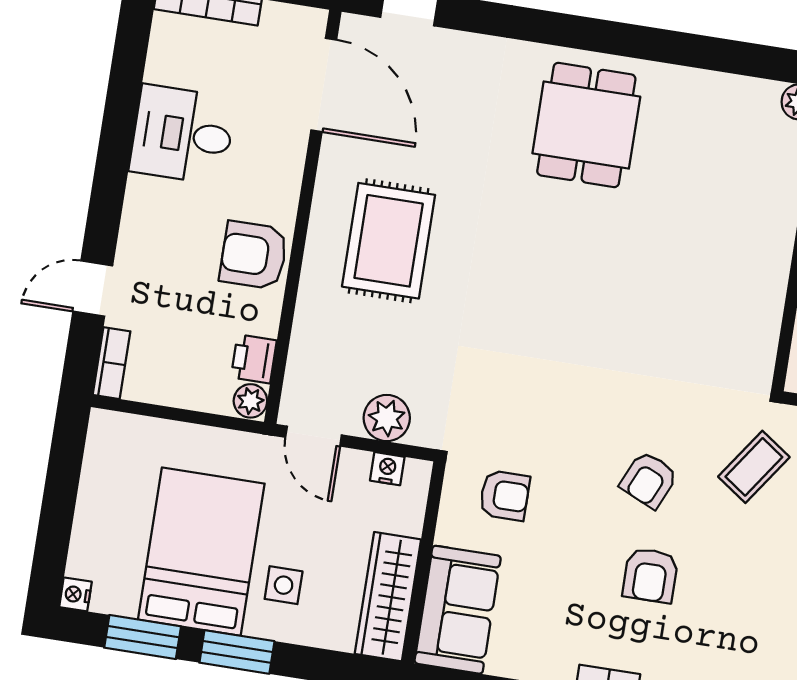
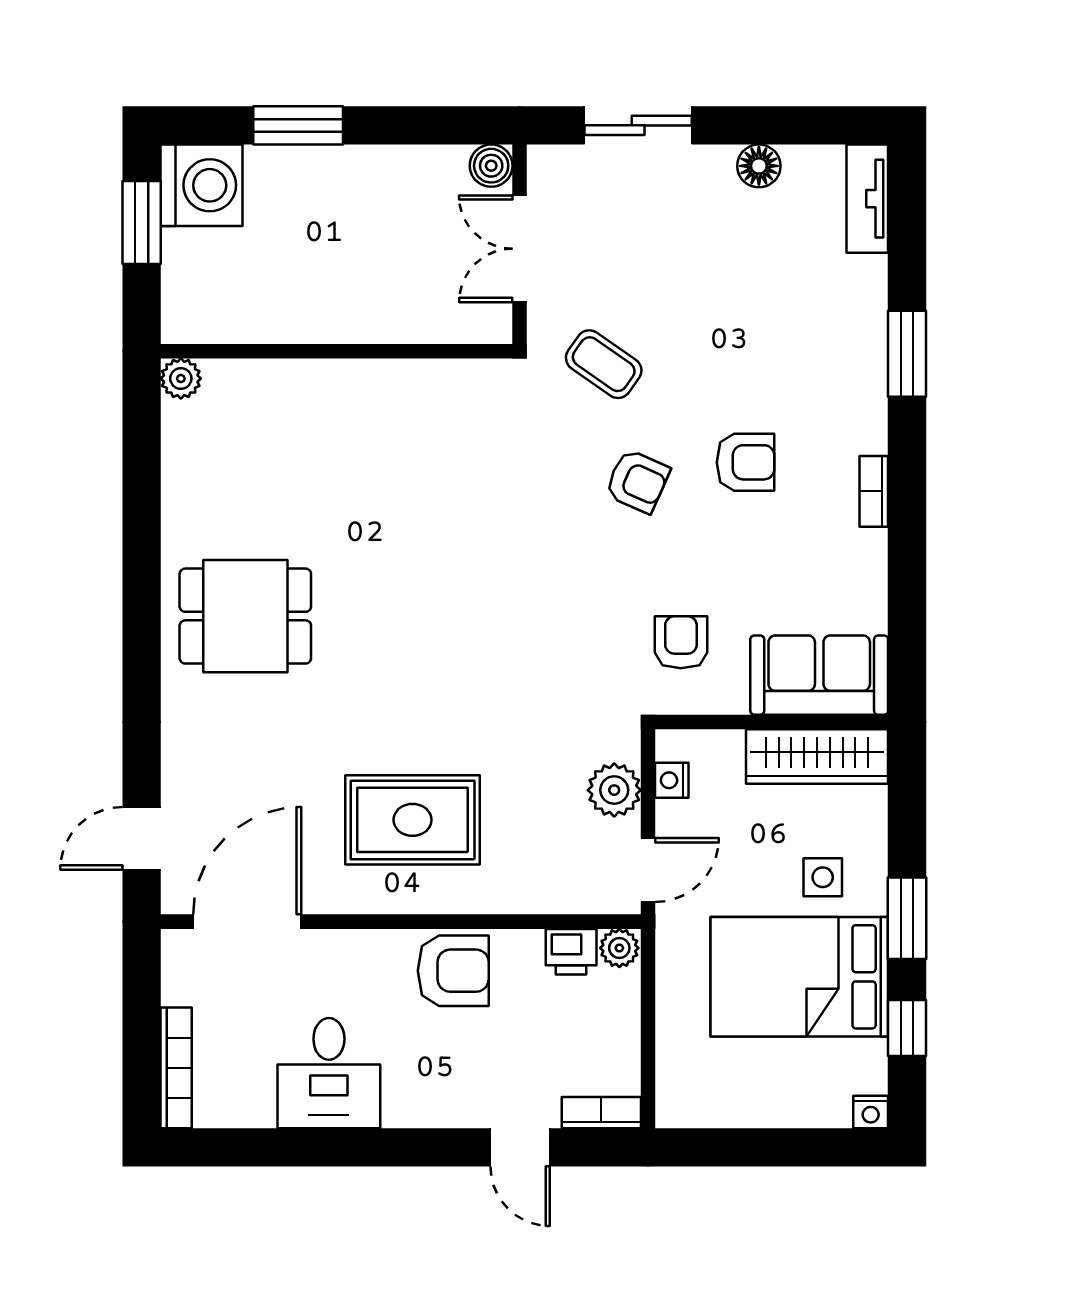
armchair: (254, 255) -> (453, 971), turned -90
window: (143, 637) -> (907, 1028), width x0.67

